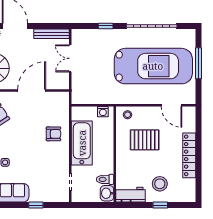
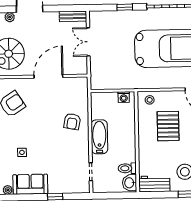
bench: (51, 34) -> (73, 16), width x0.73
armchair: (53, 134) -> (72, 122), turned 101
pallet: (145, 140) -> (168, 126), turned 90
bathtub: (82, 143) -> (99, 137), width x0.73, depth x0.73

